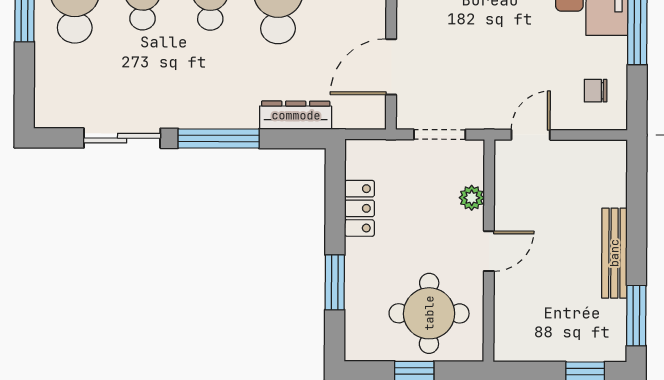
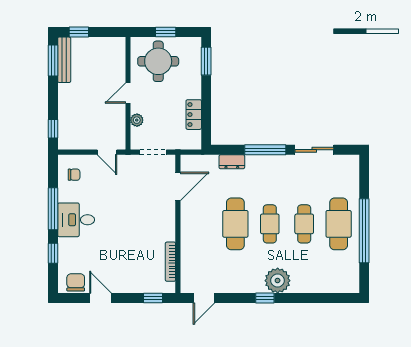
dresser: (296, 115) -> (232, 162), width x0.70
door: (531, 135) -> (107, 152), hinge flipped
window: (637, 181) -> (53, 129), added
bench: (614, 253) -> (64, 60), moved
window: (335, 282) -> (206, 61), moved

